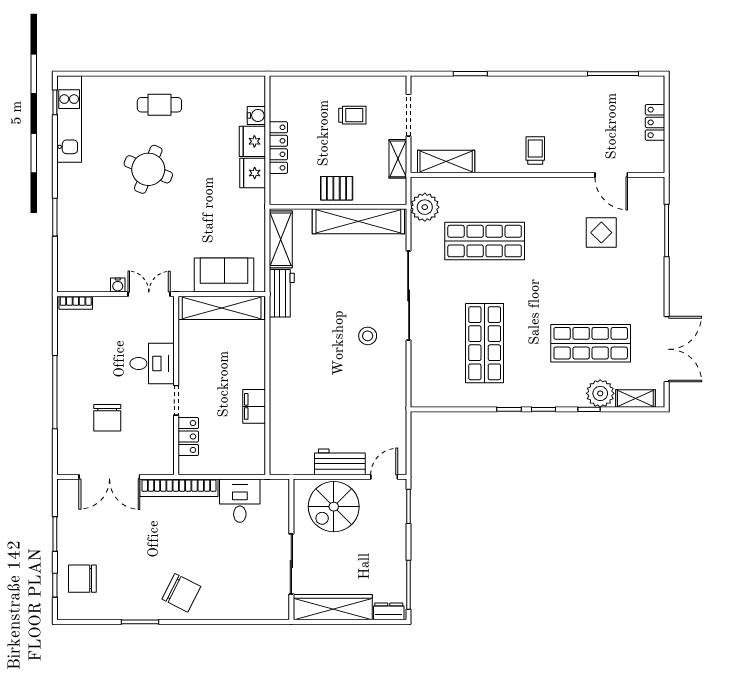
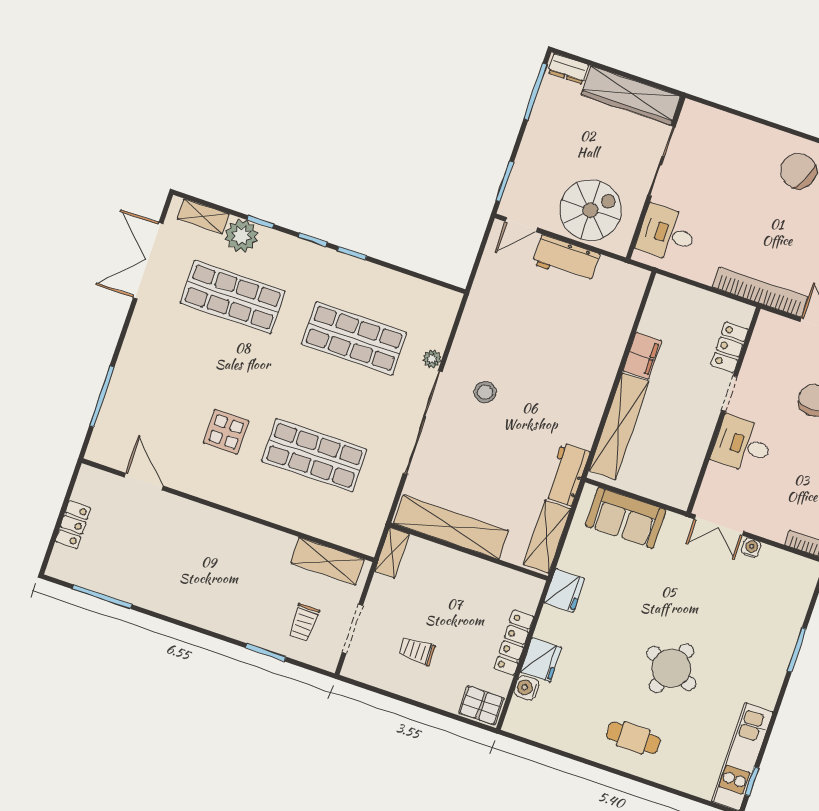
trolley: (535, 150) -> (304, 622), moved
shelving: (398, 159) -> (392, 553), moved
fridge: (253, 173) -> (564, 591), moved
pallet: (337, 188) -> (481, 705), moved
plant: (425, 207) -> (432, 359), moved, width x0.53, depth x0.53
display table: (601, 233) -> (226, 432), moved
shelving: (222, 308) -> (619, 426), moved, turned 90
shop shelf: (485, 343) -> (354, 338), turned 90
desk: (240, 501) -> (667, 233), moved, turned 90

